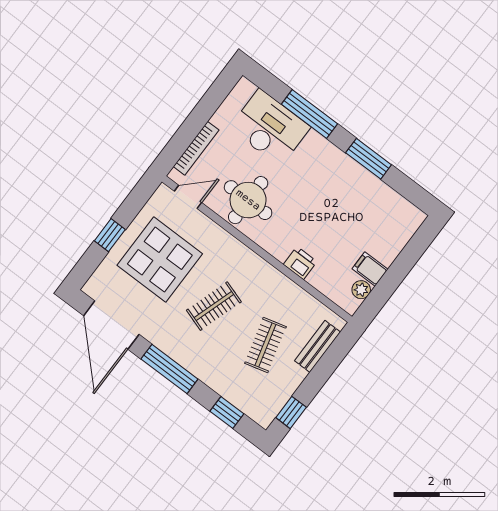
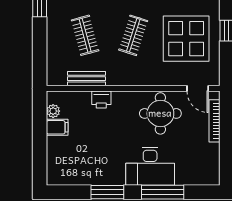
desk: (270, 128) -> (150, 166), moved
door: (188, 197) -> (198, 88), hinge flipped
bench: (318, 346) -> (87, 79), moved, turned 90

